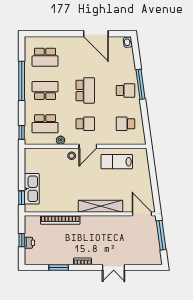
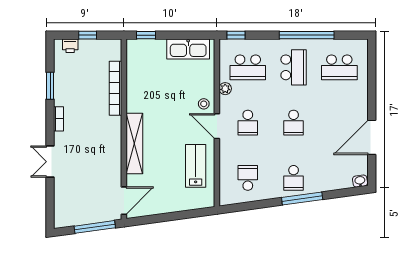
school desk: (45, 57) -> (339, 67), turned -90
school desk: (85, 90) -> (294, 123), width x0.54
school desk: (45, 124) -> (248, 67), turned -90
kitchen sink: (32, 189) -> (188, 49), moved
printer: (29, 243) -> (70, 46), moved

